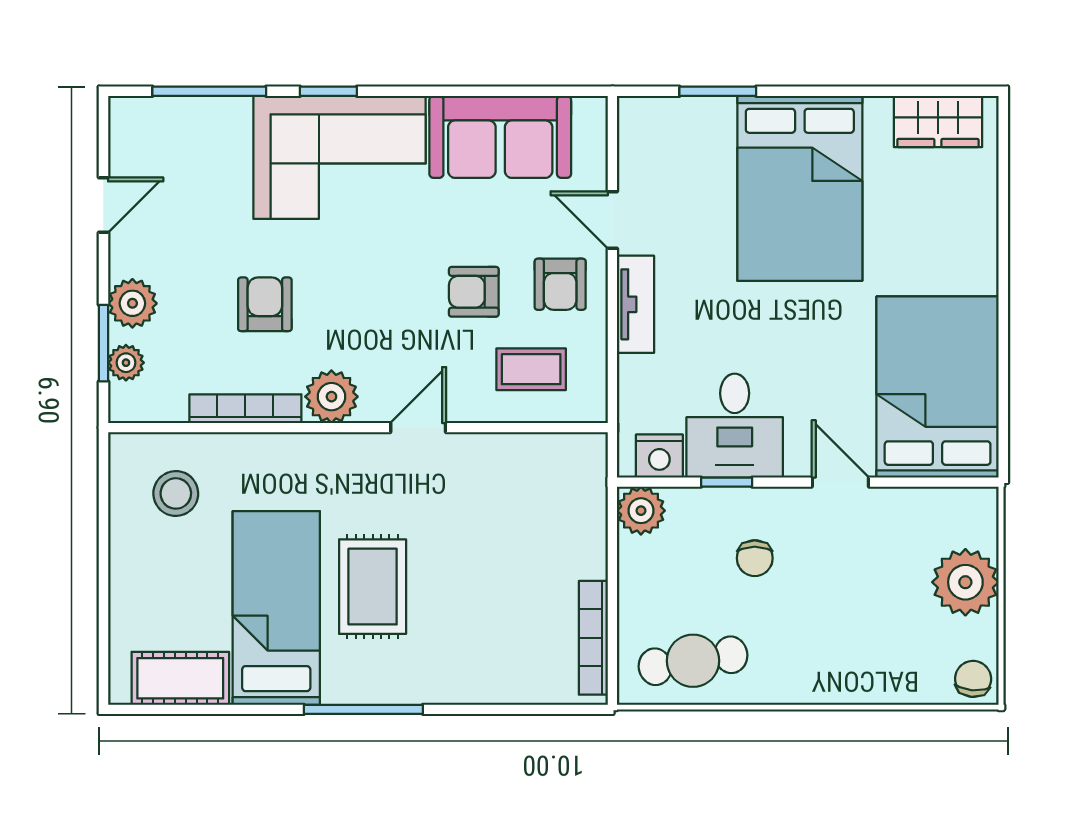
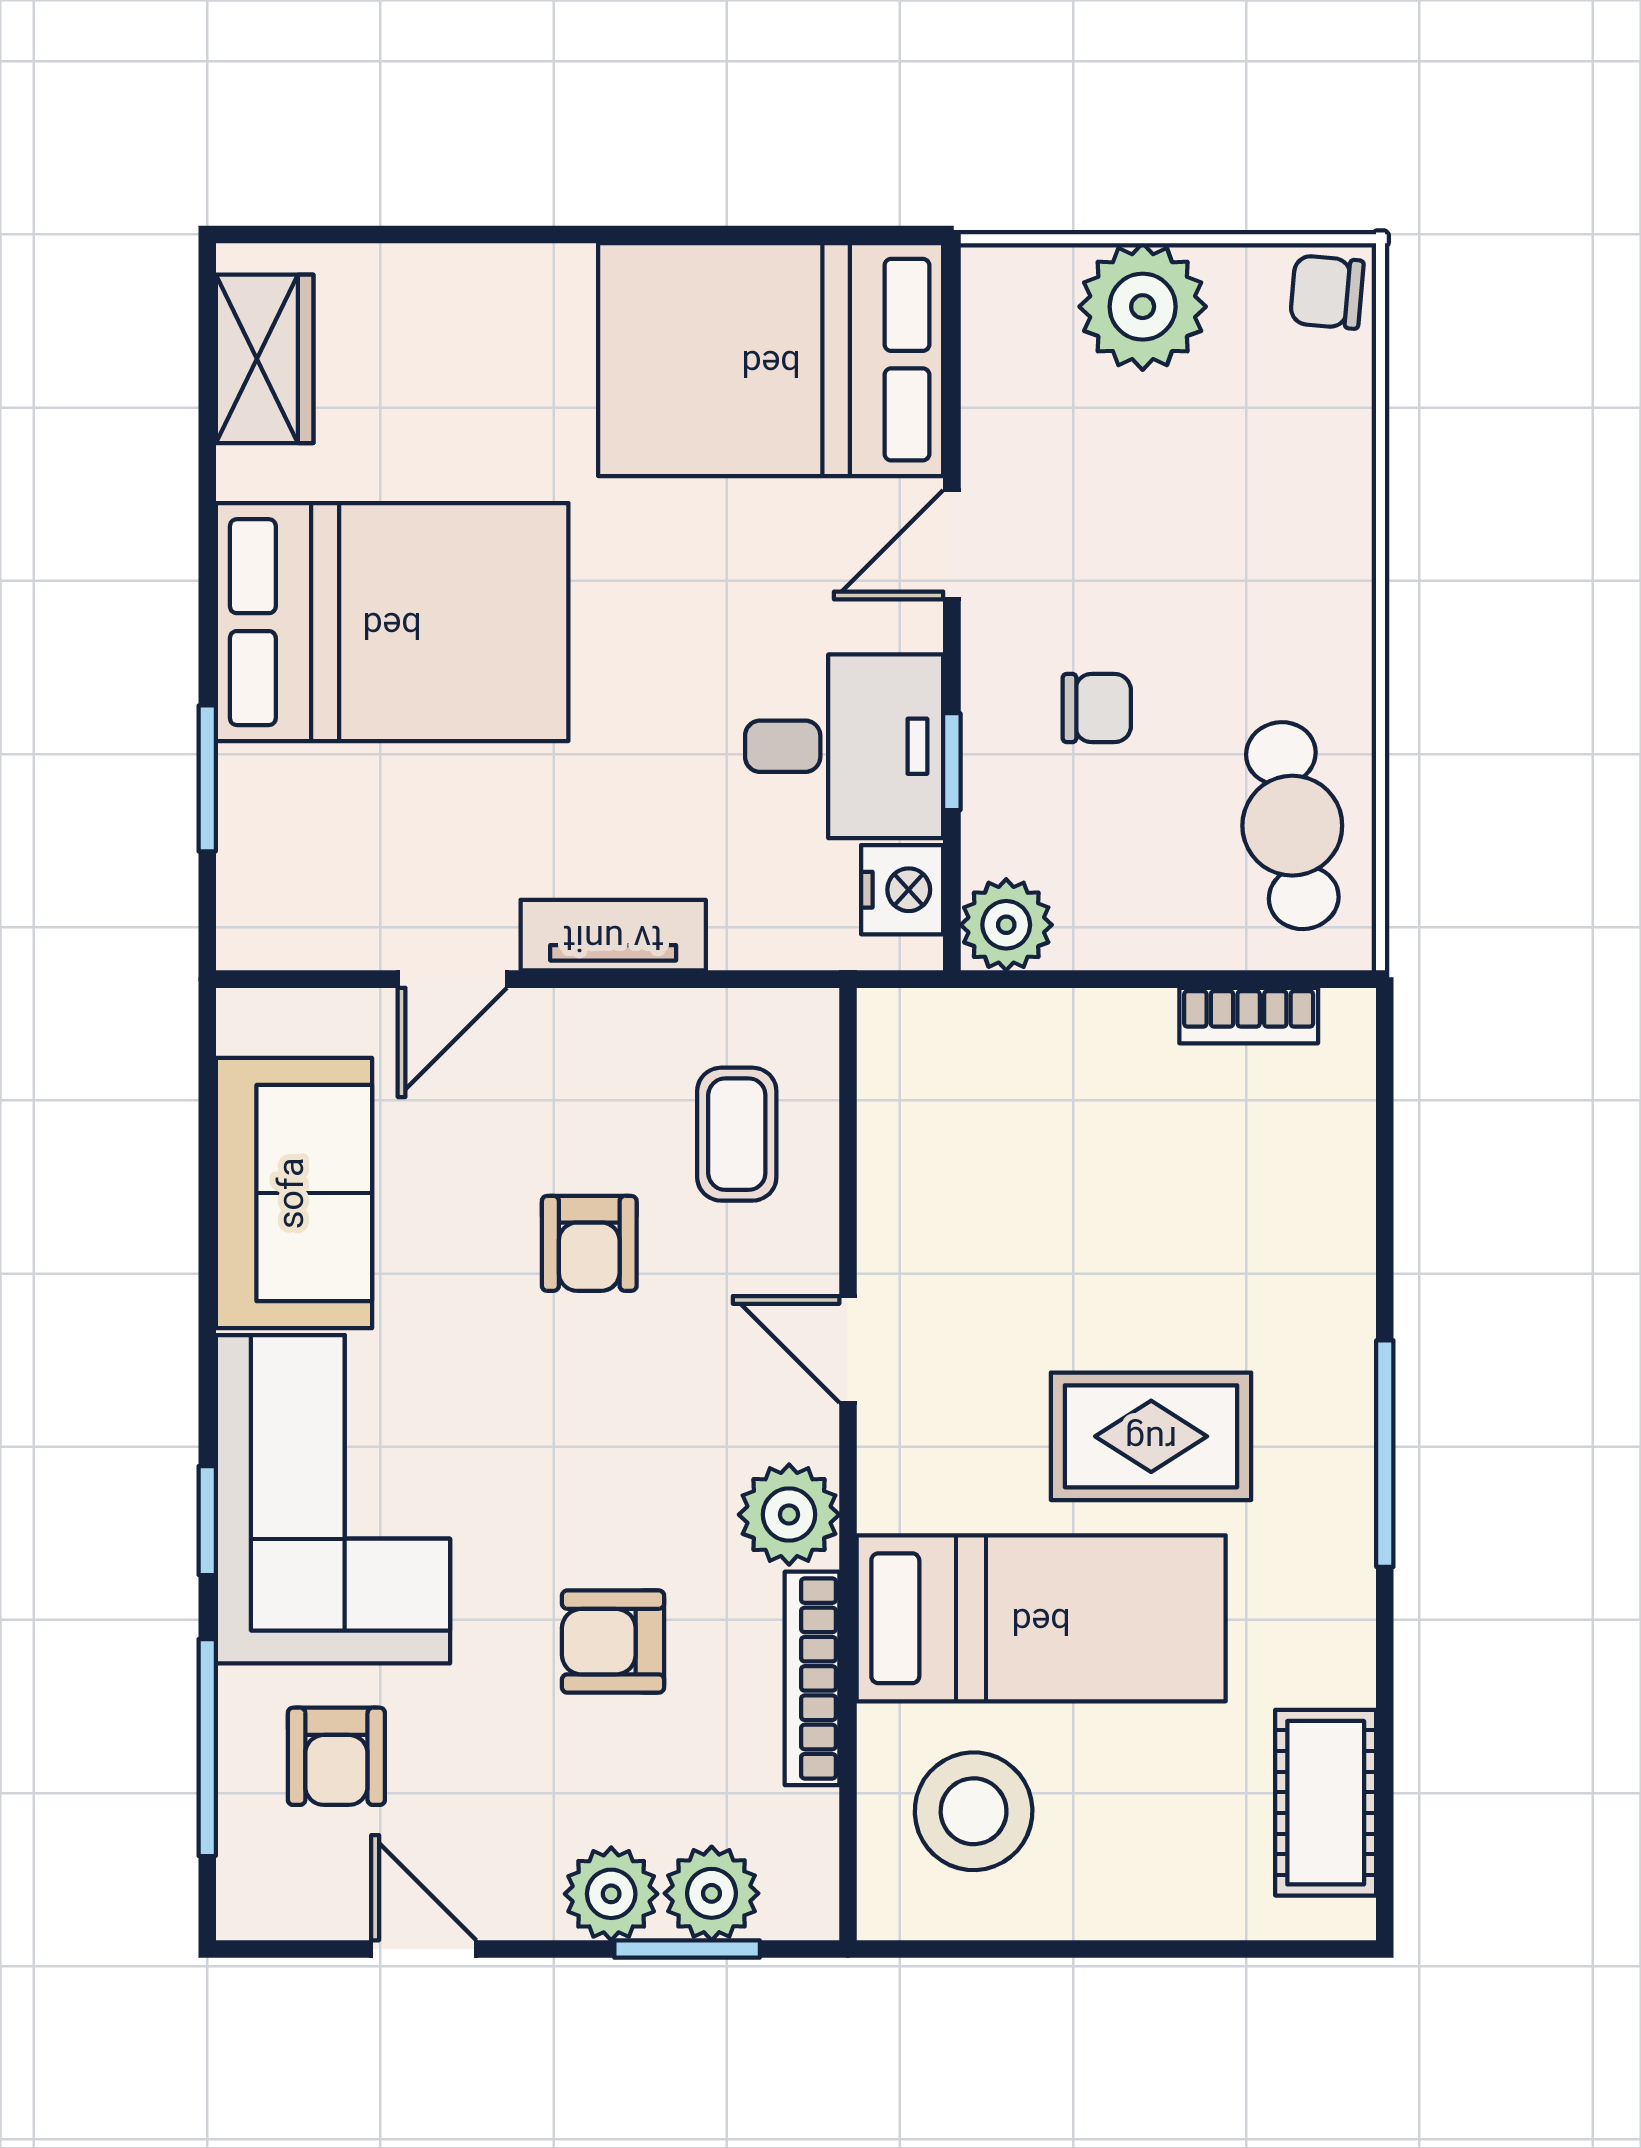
armchair: (560, 284) -> (336, 1756), moved, turned 90
plant: (126, 363) -> (712, 1893), width x1.38, depth x1.38
stool: (176, 493) -> (974, 1811), width x1.38, depth x1.38
bed: (276, 608) -> (1041, 1618), moved, turned 180
bookcase: (593, 638) -> (1249, 1016), width x0.64

